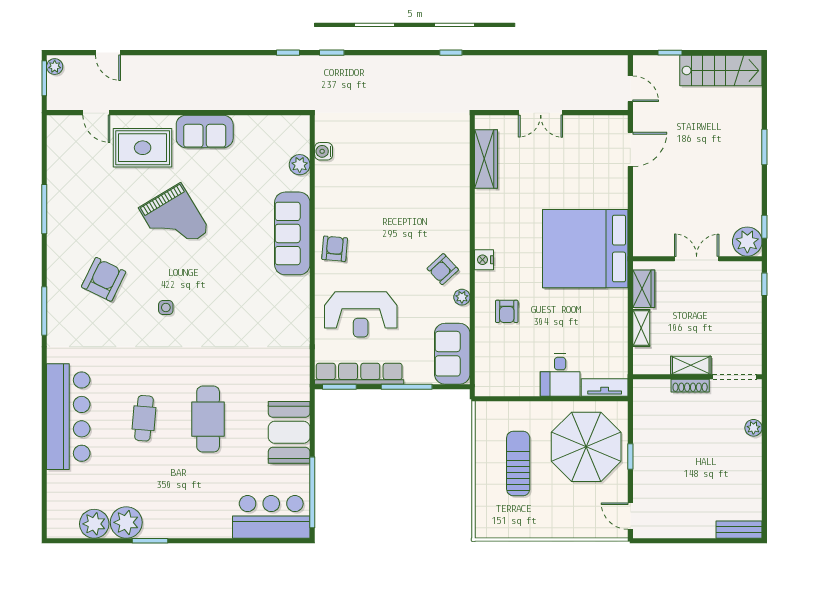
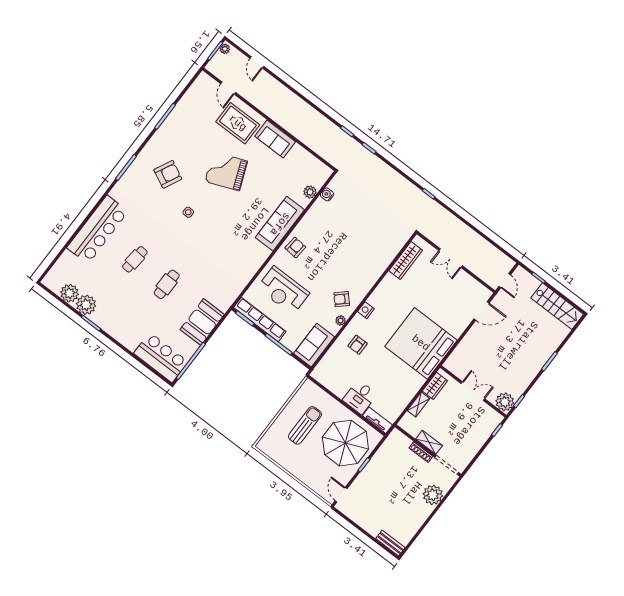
grand piano: (174, 219) -> (226, 171), turned 99
cafe table: (208, 419) -> (167, 284), width x0.73, depth x0.74
plant: (753, 428) -> (433, 495), width x1.88, depth x1.88

